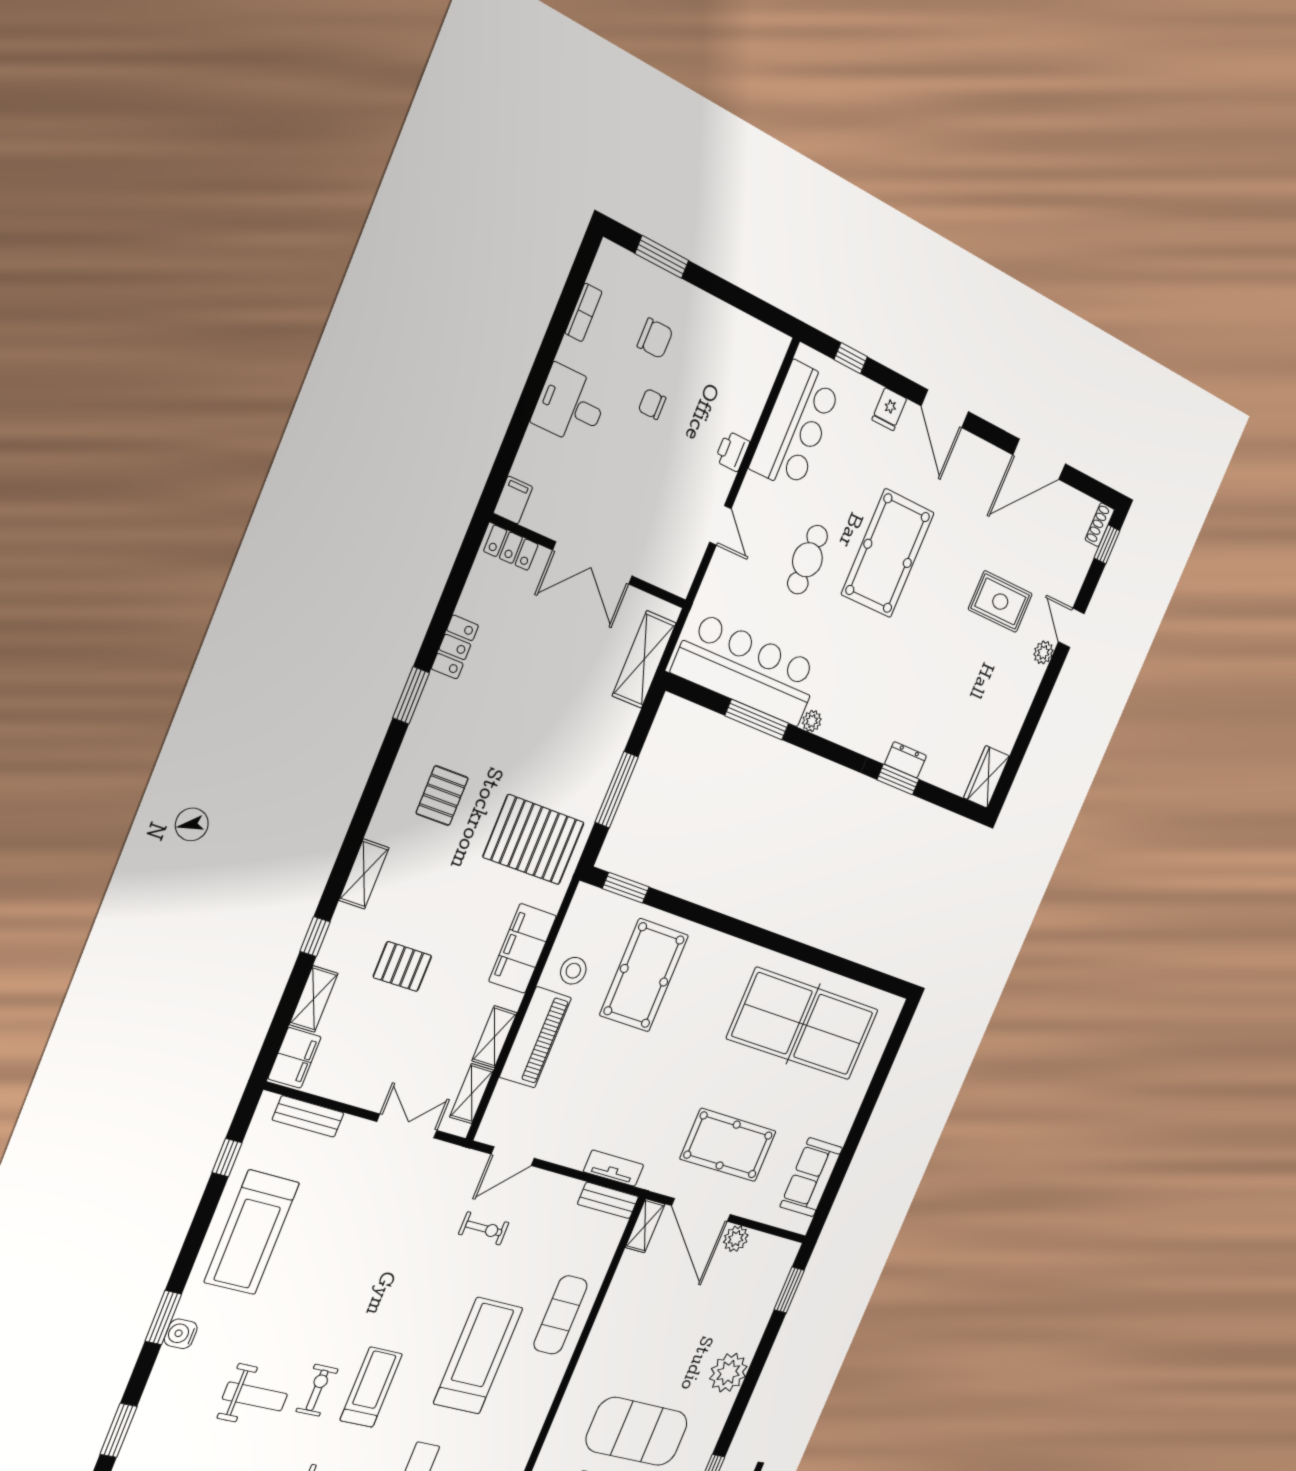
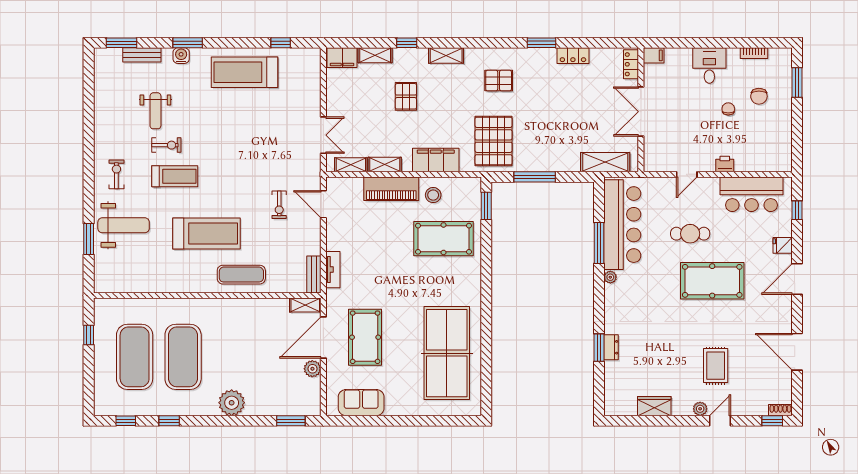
wardrobe: (987, 777) -> (654, 406), moved
bench: (308, 1116) -> (142, 55), moved, turned 90

